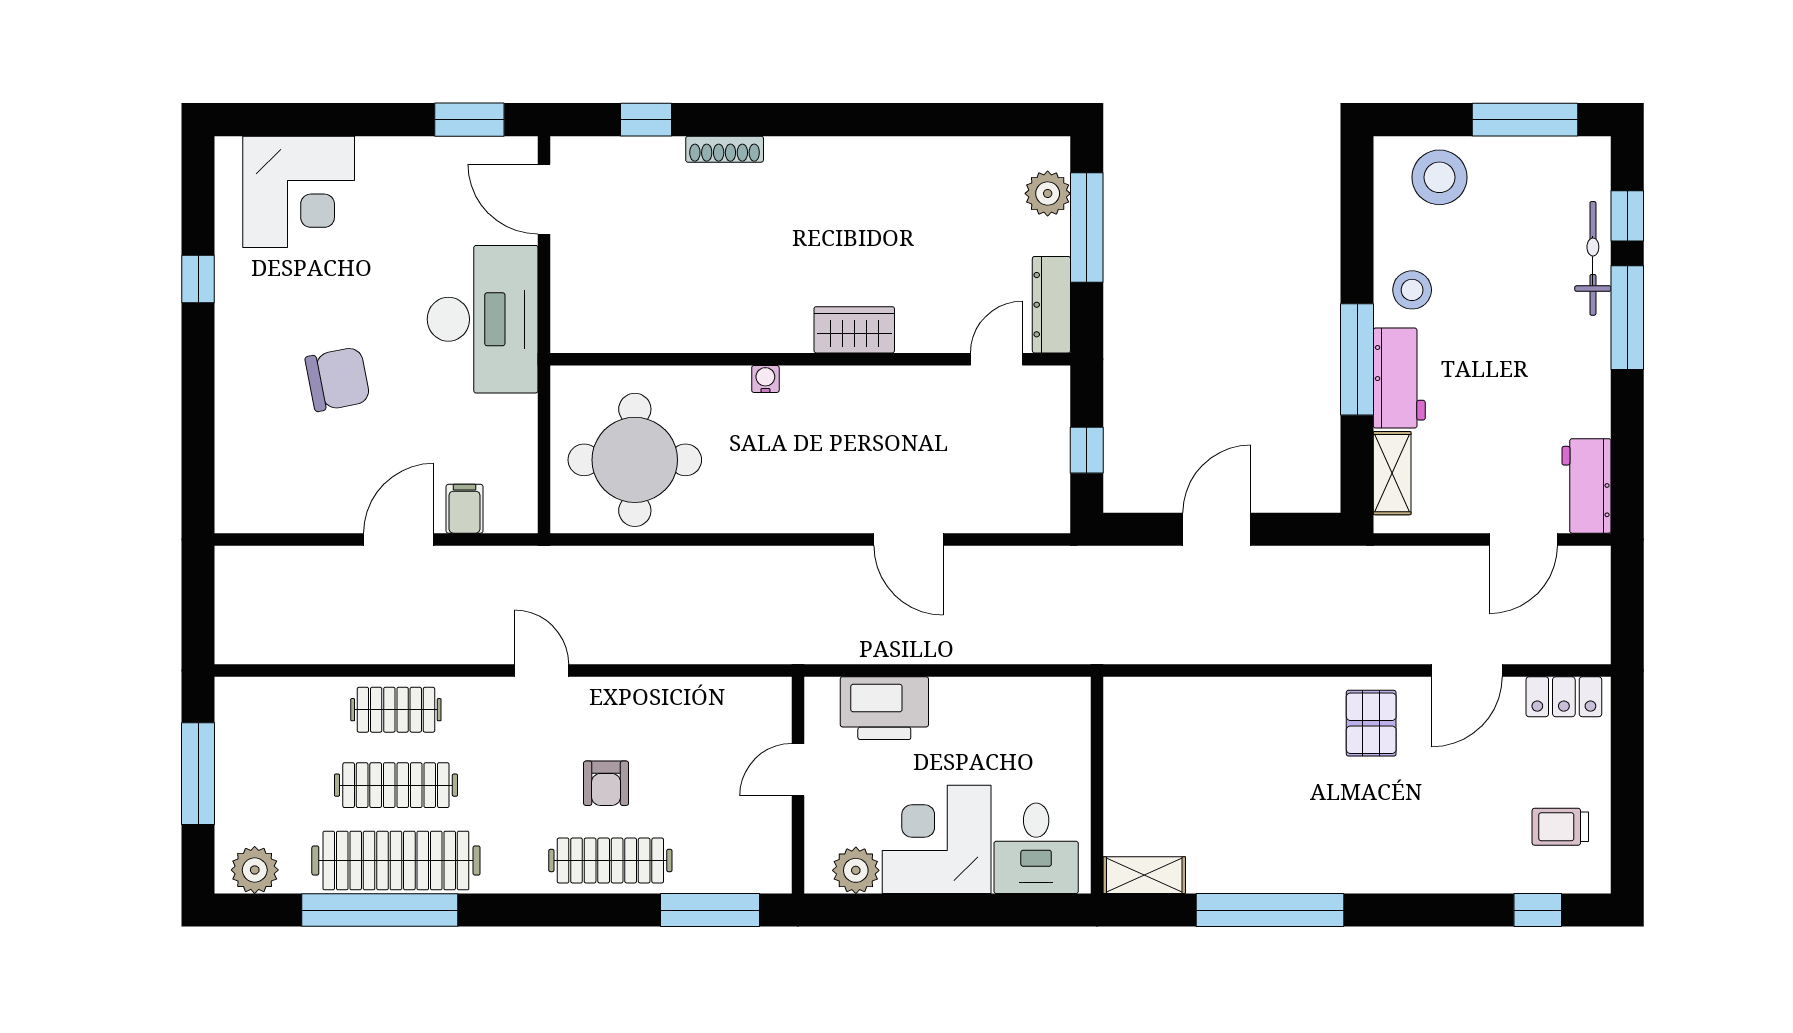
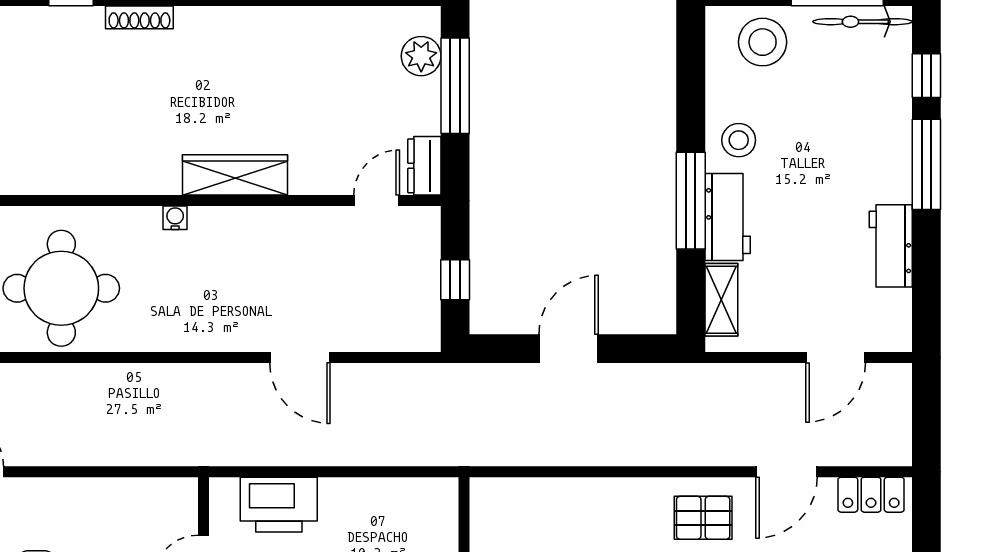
bicycle: (1593, 258) -> (862, 22), moved, turned -90
dresser: (1051, 305) -> (424, 166), width x0.70
wardrobe: (854, 330) -> (235, 175), width x1.50
workbench: (1586, 486) -> (891, 246), moved
pallet: (1371, 723) -> (703, 518), turned 90

